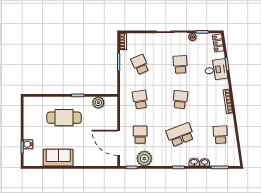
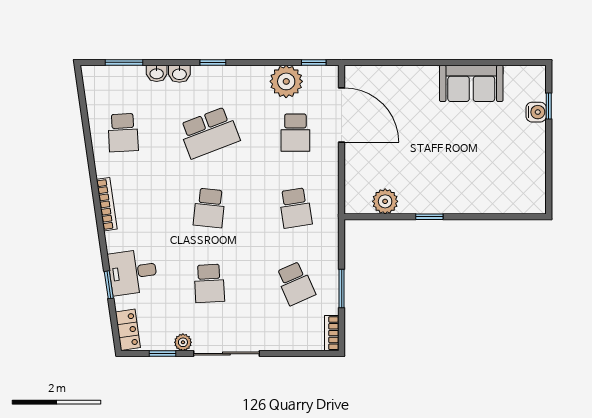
cafe table: (64, 118) -> (459, 169), removed

